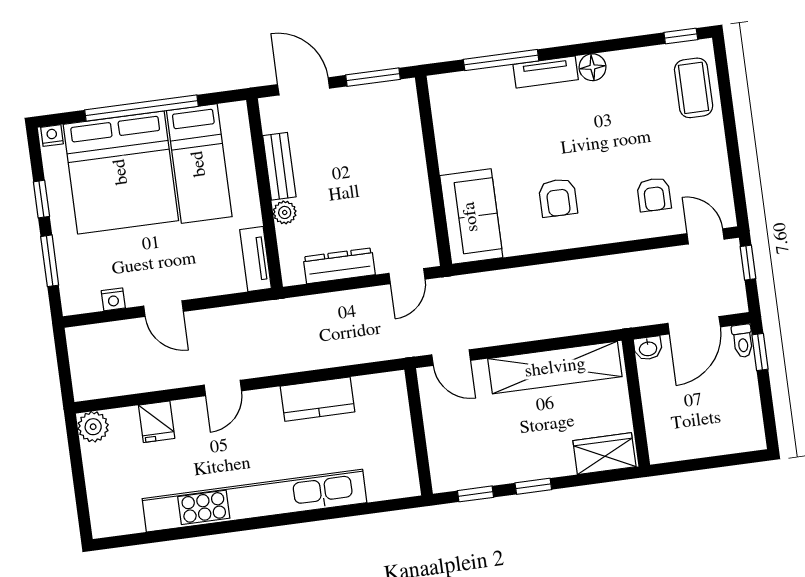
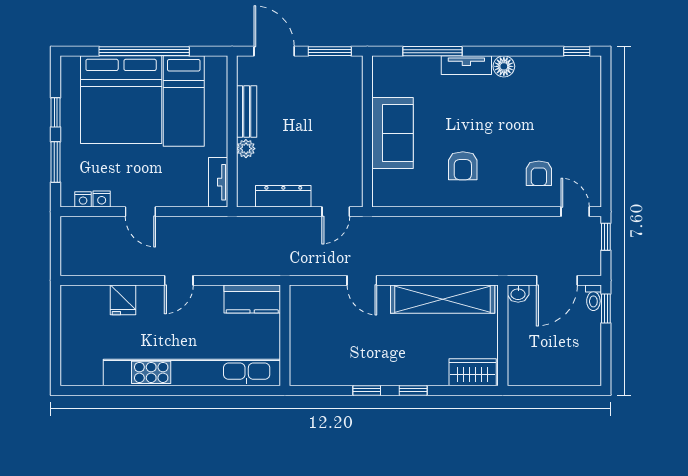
coffee table: (694, 88) -> (581, 93), removed
nightstand: (52, 136) -> (83, 199), moved, turned 180
sofa: (471, 217) -> (393, 133), moved
plant: (93, 427) -> (72, 297), removed
wall: (419, 432) -> (285, 335), moved

